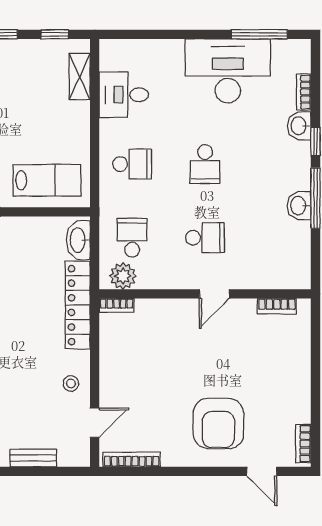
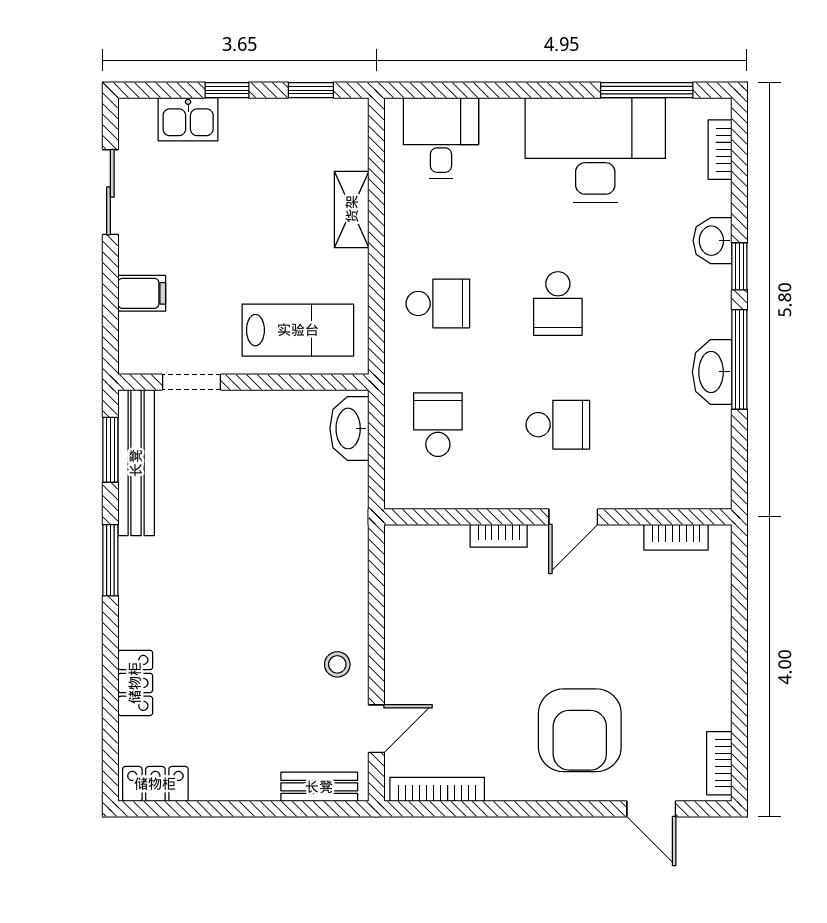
shelving: (80, 76) -> (352, 209), moved
bookcase: (304, 92) -> (720, 150), moved
desk: (124, 95) -> (441, 138), moved, turned 90
washbasin: (299, 206) -> (712, 372), width x1.38
plant: (123, 276) -> (423, 488), removed
locker: (78, 305) -> (348, 535), removed
bookcase: (117, 305) -> (499, 536), moved
bench: (33, 458) -> (319, 787), moved

